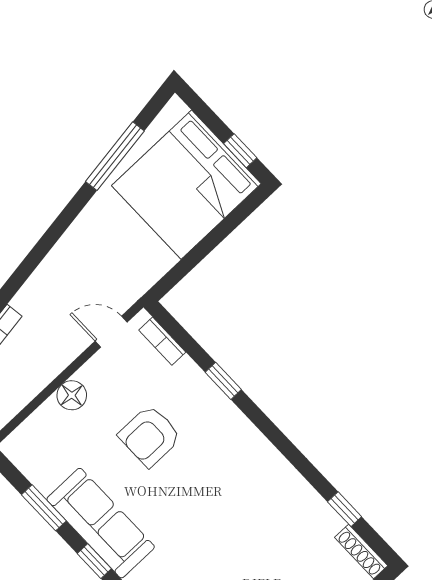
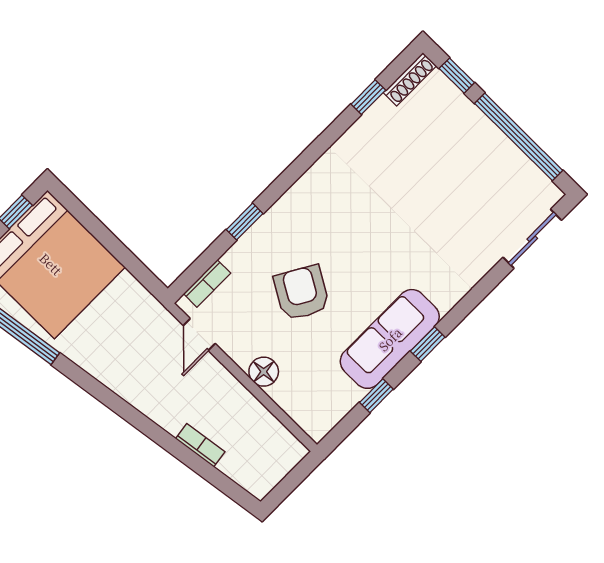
armchair: (150, 436) -> (302, 293), turned -150
window: (44, 508) -> (376, 396), width x0.67

